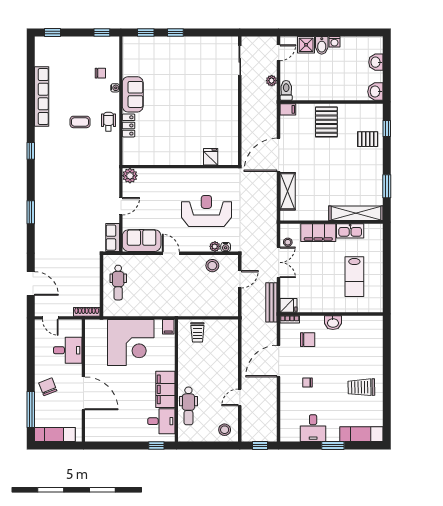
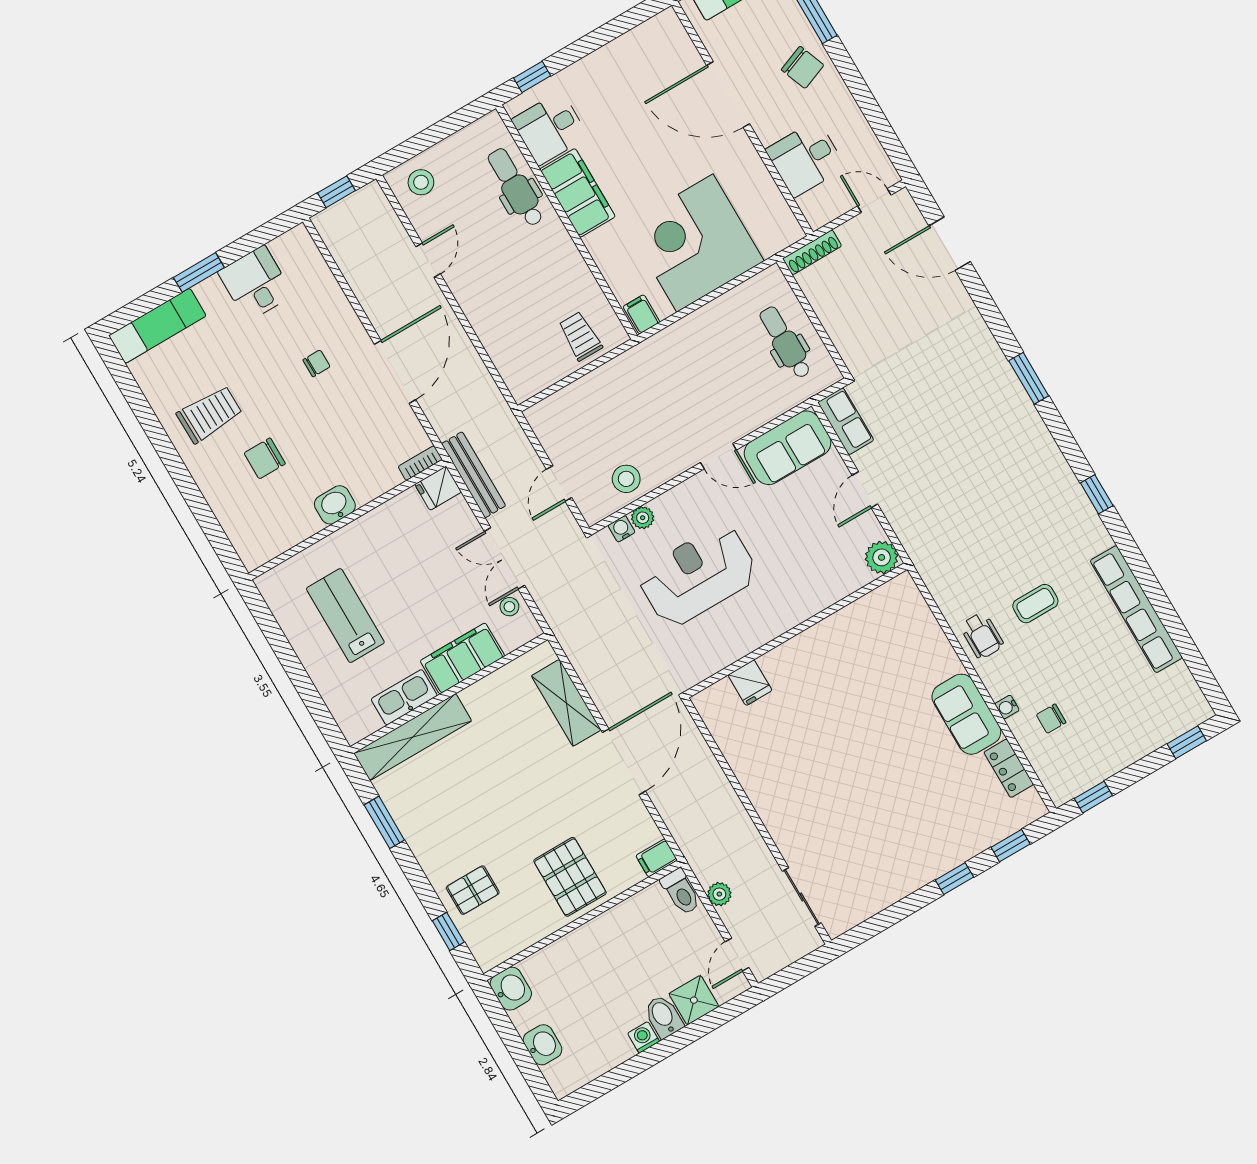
locker: (129, 125) -> (1009, 768), moved
reception desk: (206, 211) -> (698, 575), turned 180
chair: (308, 340) -> (265, 458), moved

